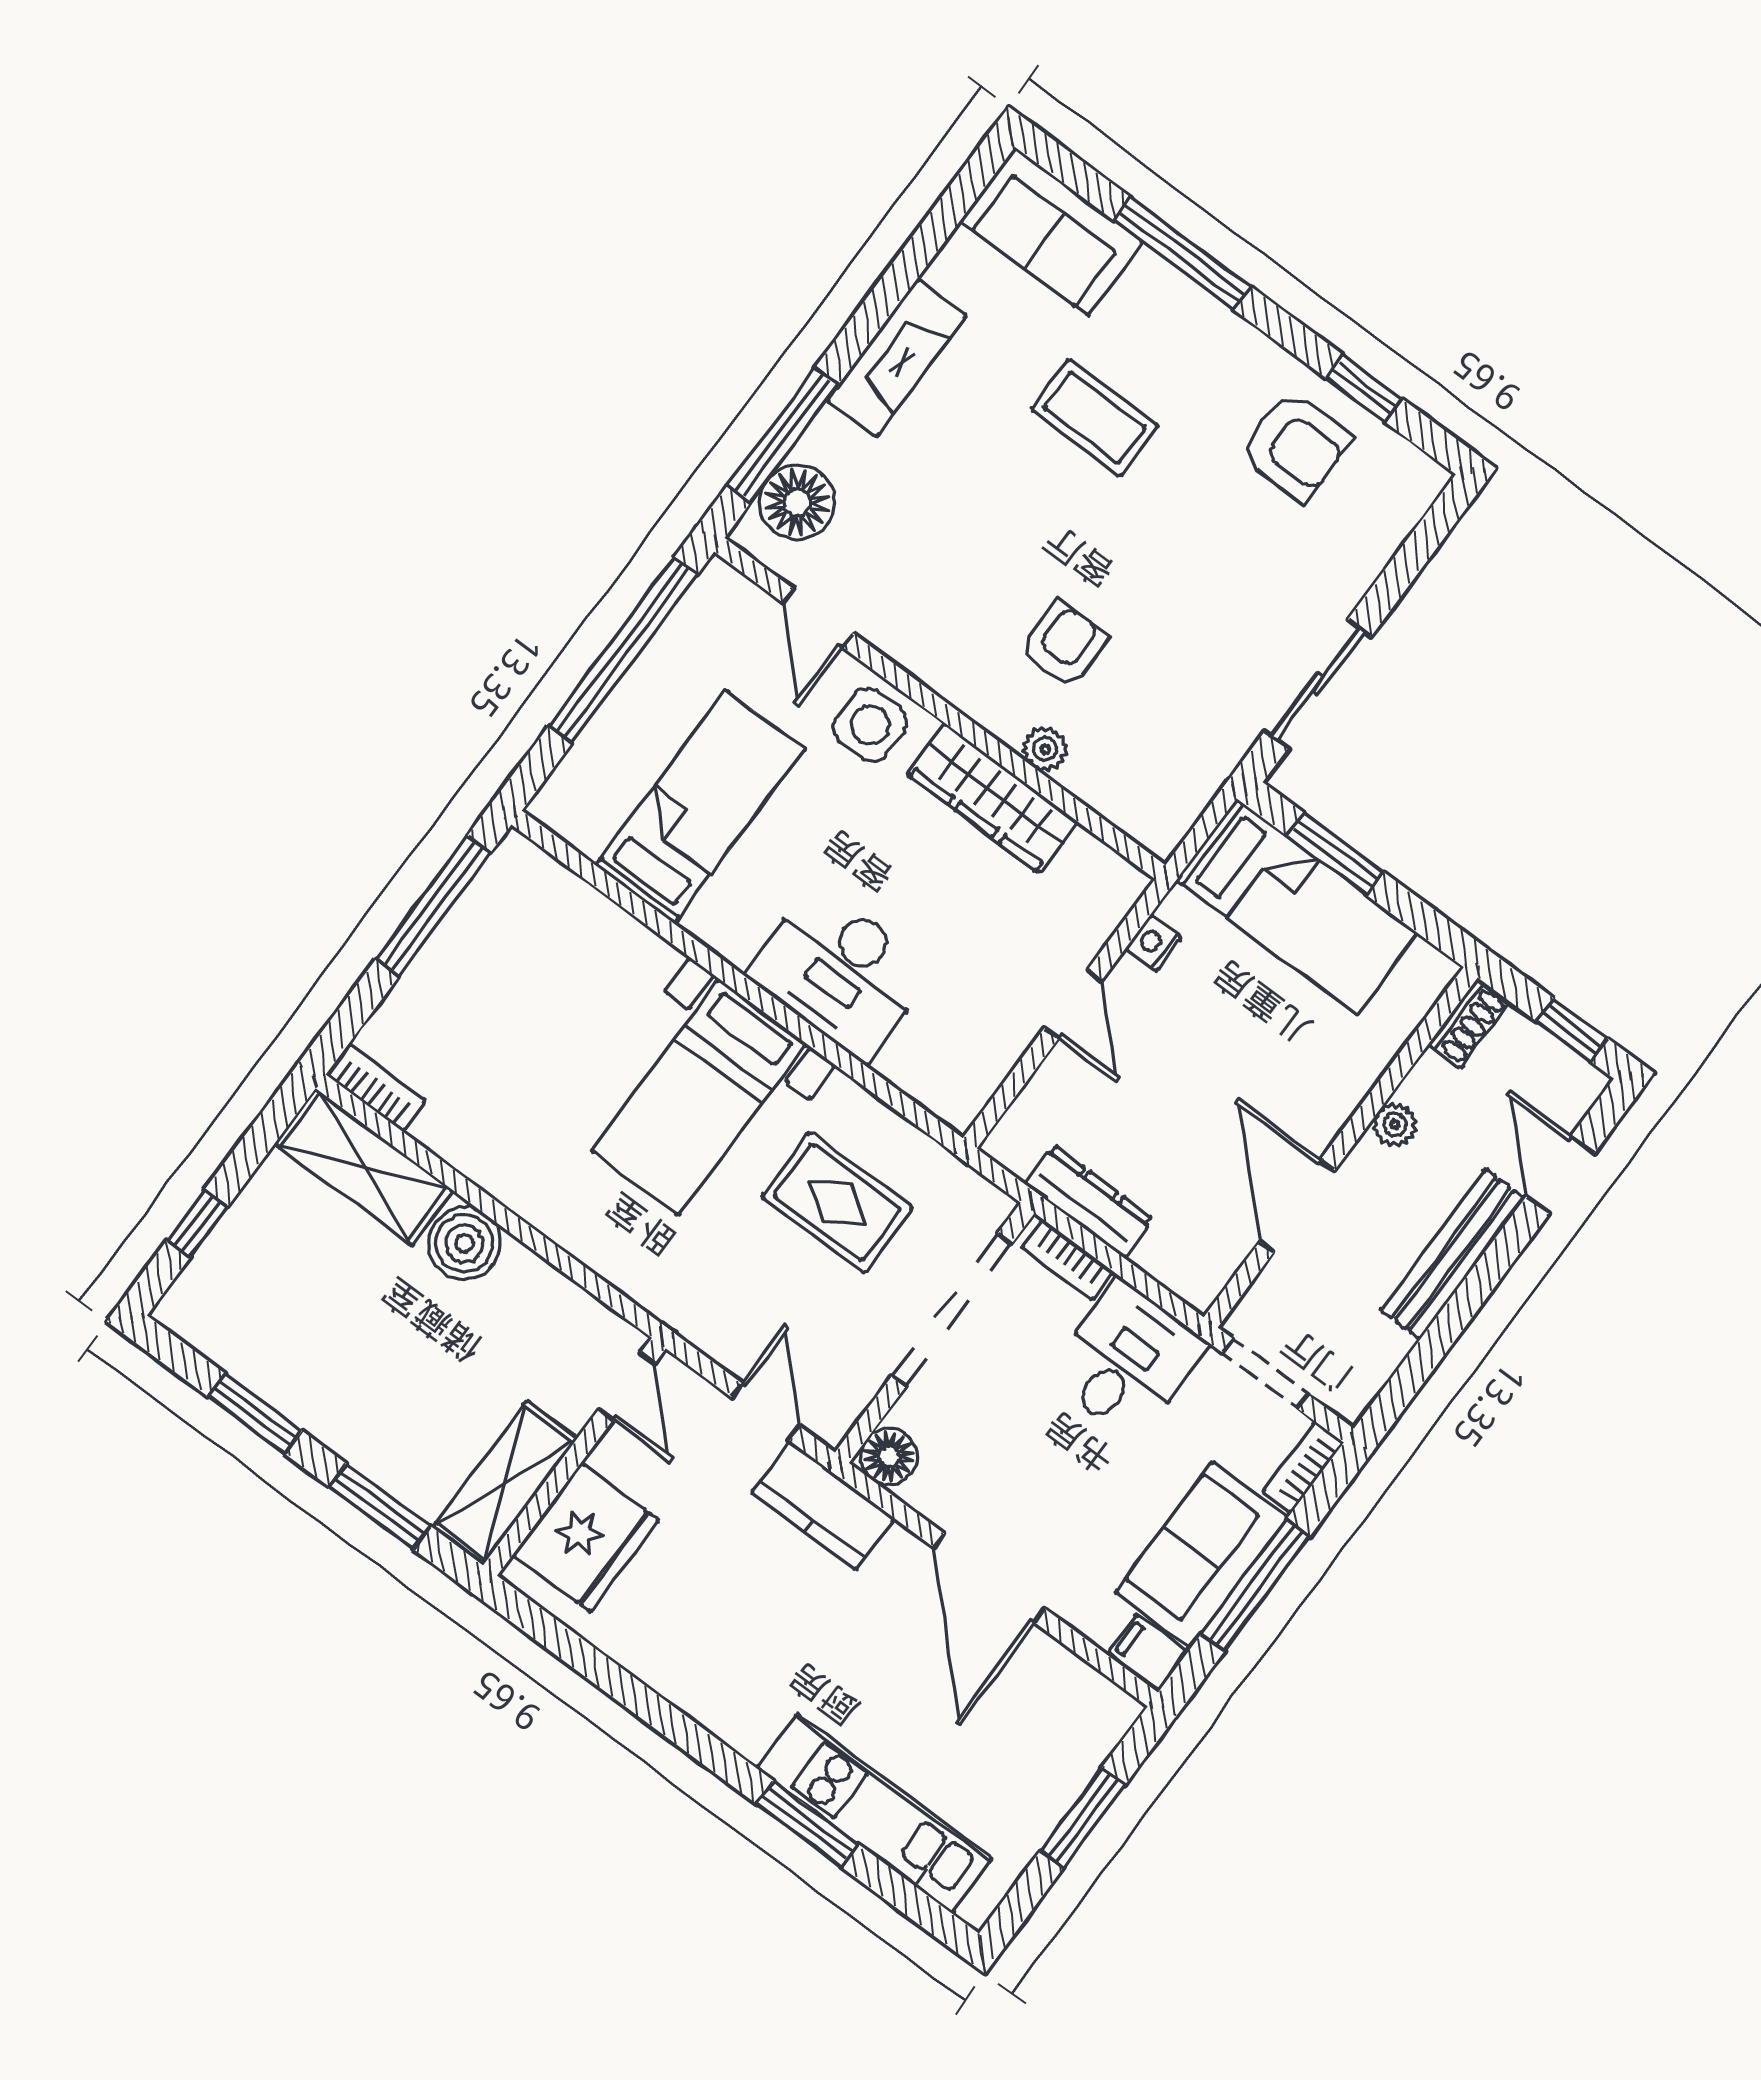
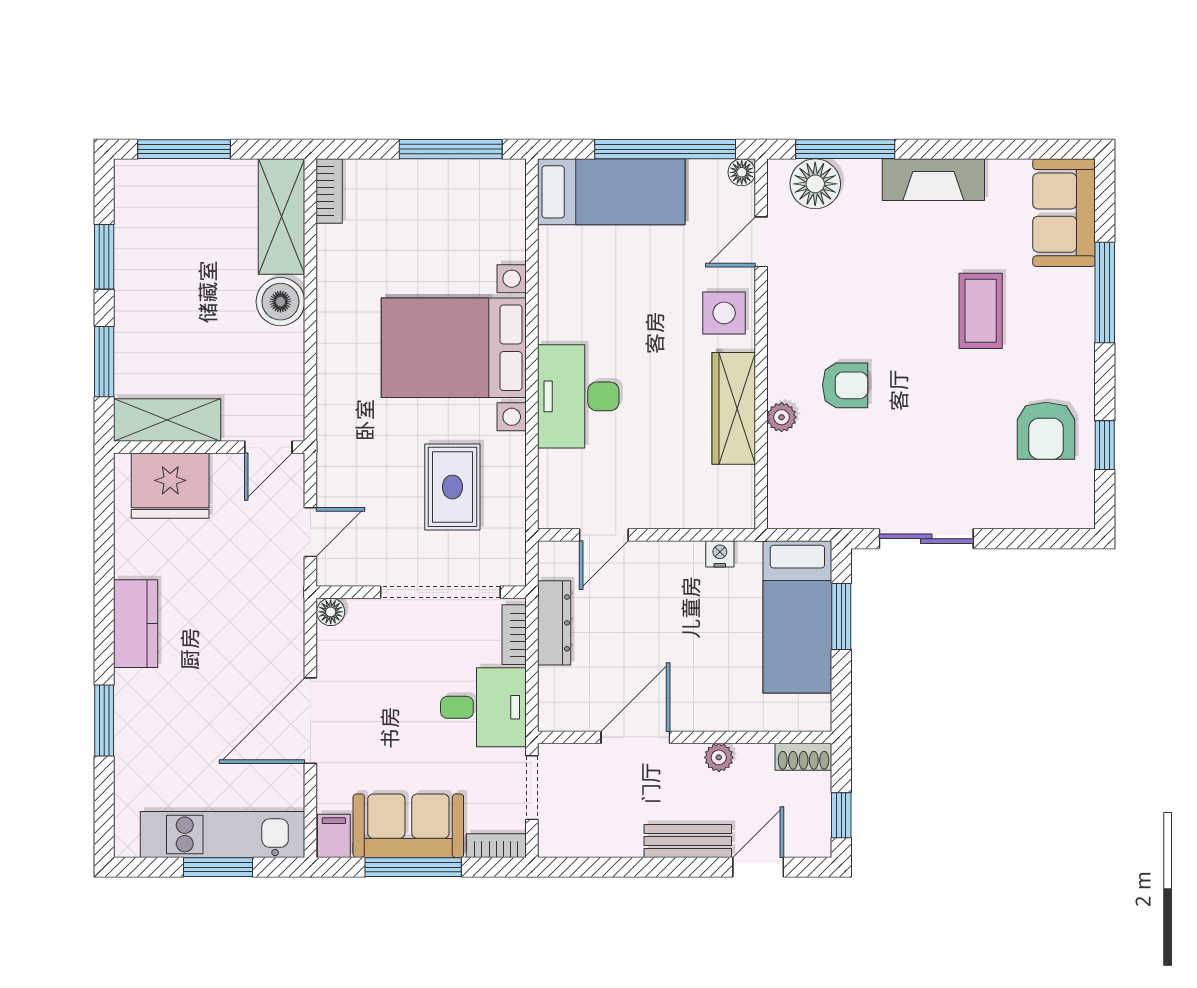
floor lamp: (718, 580) -> (742, 172), added
bed: (700, 807) -> (611, 192), moved
door: (1073, 1004) -> (604, 535), moved
bed with nightstands: (699, 1097) -> (454, 348), width x1.36
window: (197, 1223) -> (184, 149), width x2.17
bench: (1453, 1254) -> (688, 841), width x0.73
floor lamp: (889, 1456) -> (331, 612), width x0.73, depth x0.73
kitchen counter: (823, 1505) -> (136, 624), moved, turned 180
kitchen unit: (875, 1813) -> (223, 834), moved, turned -90

